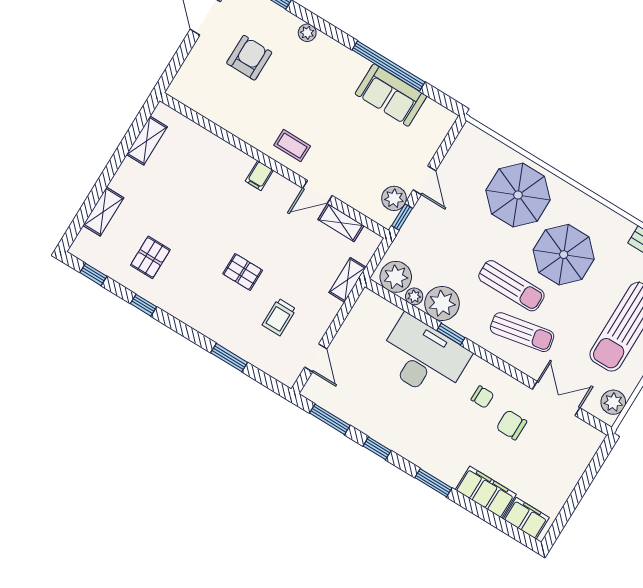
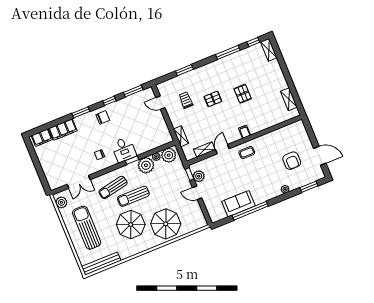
shelving: (103, 212) -> (269, 50), moved
pallet: (150, 257) -> (243, 94), moved
window: (143, 305) -> (228, 52), width x2.17
desk: (423, 358) -> (124, 150), width x0.53, depth x0.77
chair: (511, 425) -> (103, 117), moved

